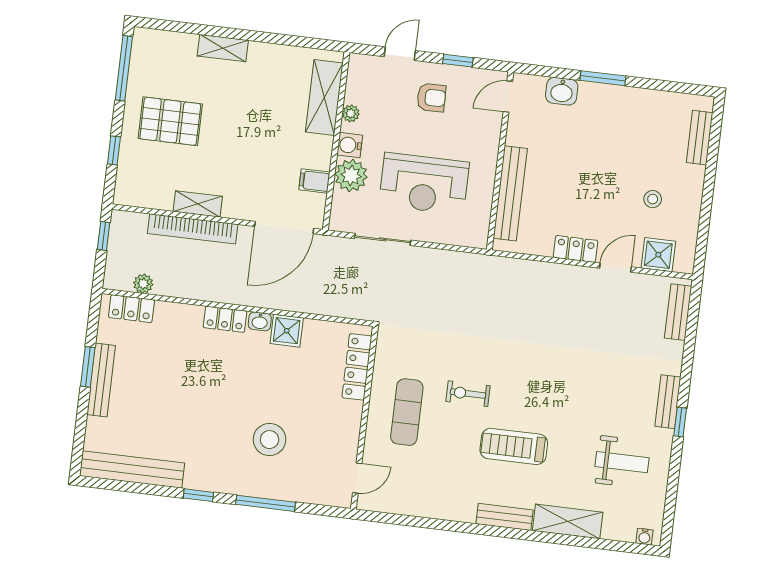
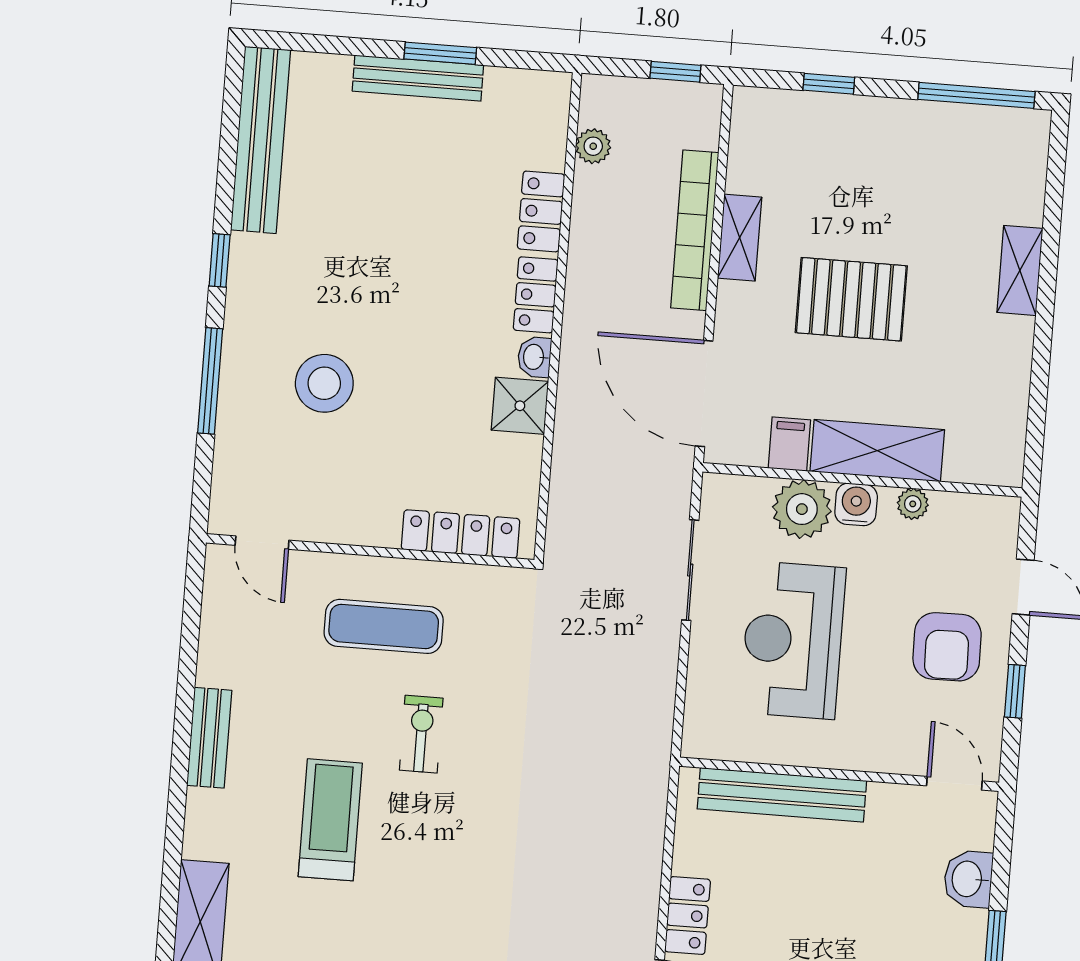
shelving: (324, 97) -> (877, 451), moved
armchair: (431, 98) -> (947, 647), width x1.38, depth x1.38
pallet: (170, 121) -> (851, 299), moved, turned 90
locker: (131, 309) -> (541, 211), moved
bench: (504, 517) -> (209, 738), moved

